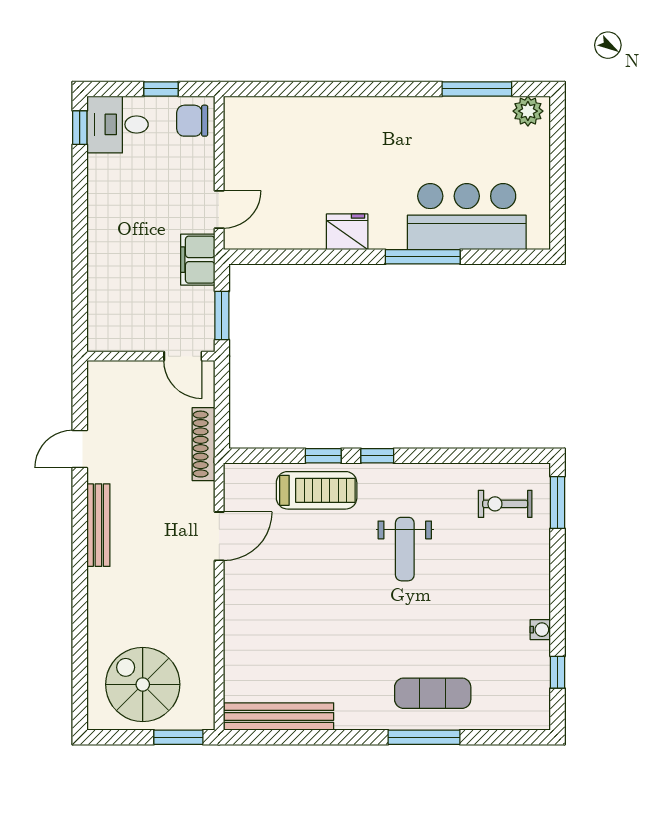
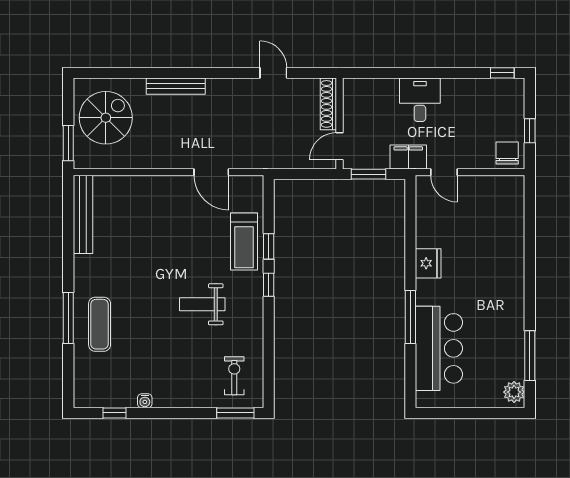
desk: (118, 124) -> (420, 100), moved
shoe rack: (203, 444) -> (328, 104), moved, turned -90
bench: (98, 525) -> (176, 86), moved

